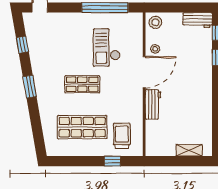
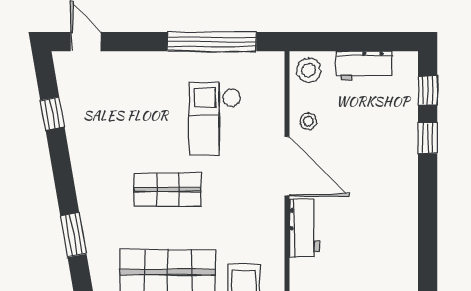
workbench: (198, 20) -> (364, 66), moved
door: (144, 72) -> (287, 166), hinge flipped
window: (30, 87) -> (73, 235), moved

